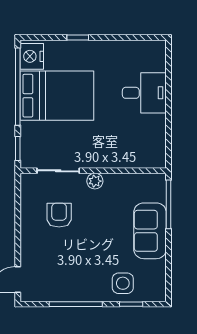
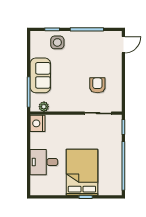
nightstand: (32, 56) -> (37, 123), moved, turned 180
bed: (57, 96) -> (82, 172), moved, turned 90
plant: (95, 181) -> (44, 107), moved
armchair: (59, 215) -> (97, 85), turned 180

